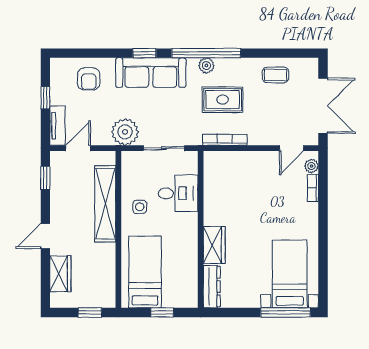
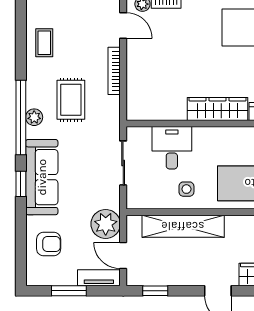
window: (45, 98) -> (69, 291), width x1.50
plant: (125, 132) -> (106, 224), moved
bookcase: (225, 140) -> (114, 71), moved
wardrobe: (214, 245) -> (218, 109), width x1.50

